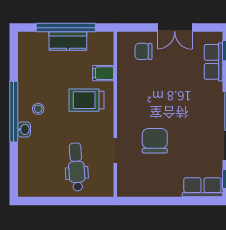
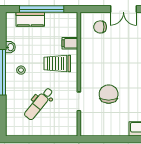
kitchen counter: (68, 41) -> (30, 19), moved
washbasin: (24, 129) -> (10, 47), moved
dental chair: (76, 167) -> (39, 104), moved, turned -137

